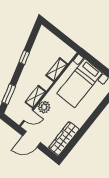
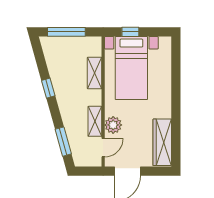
window: (59, 34) -> (66, 32), added
window: (95, 63) -> (130, 32), added

